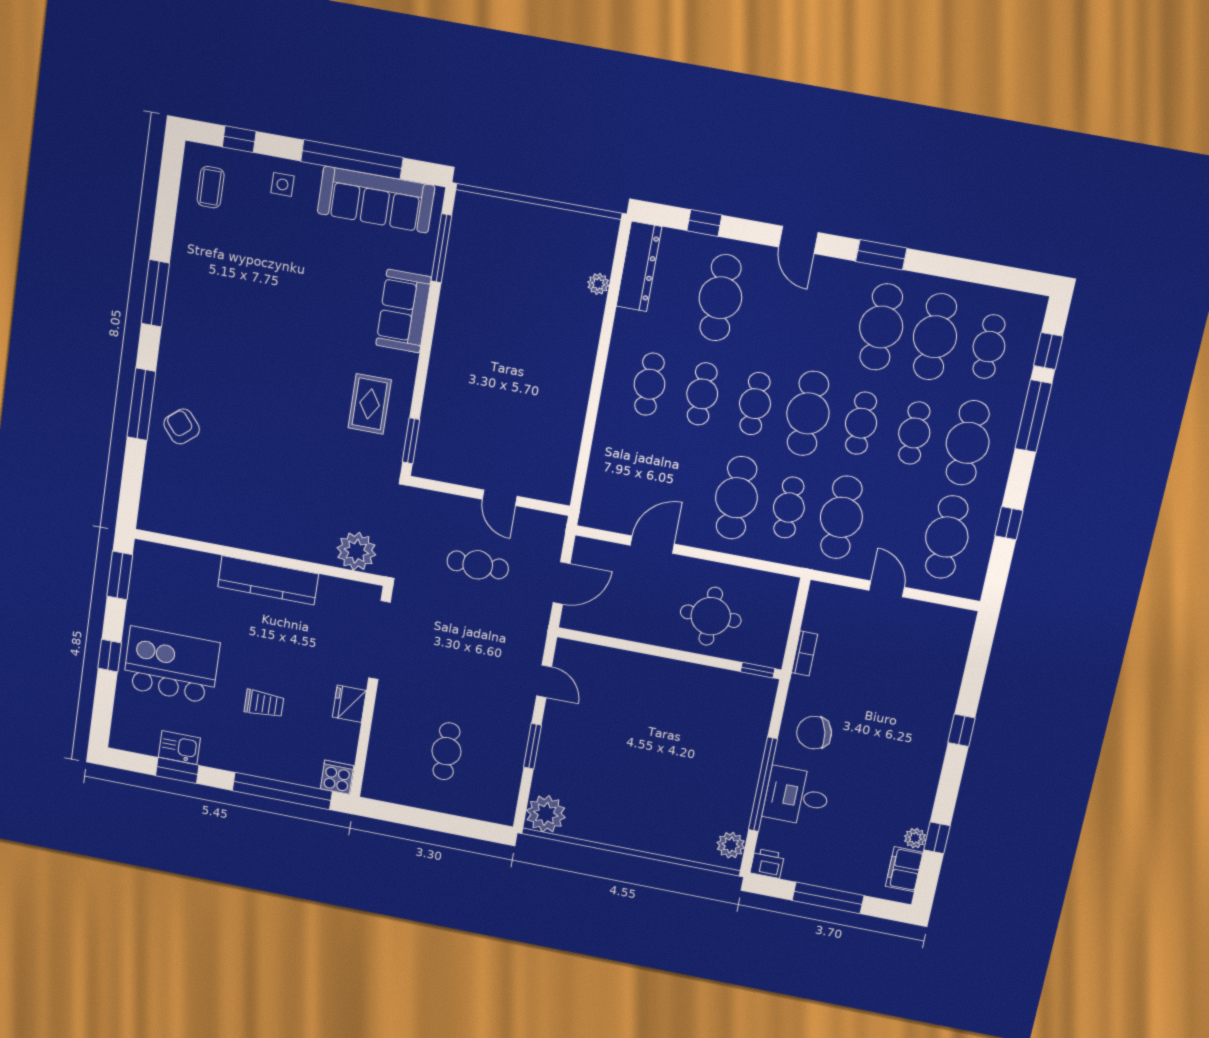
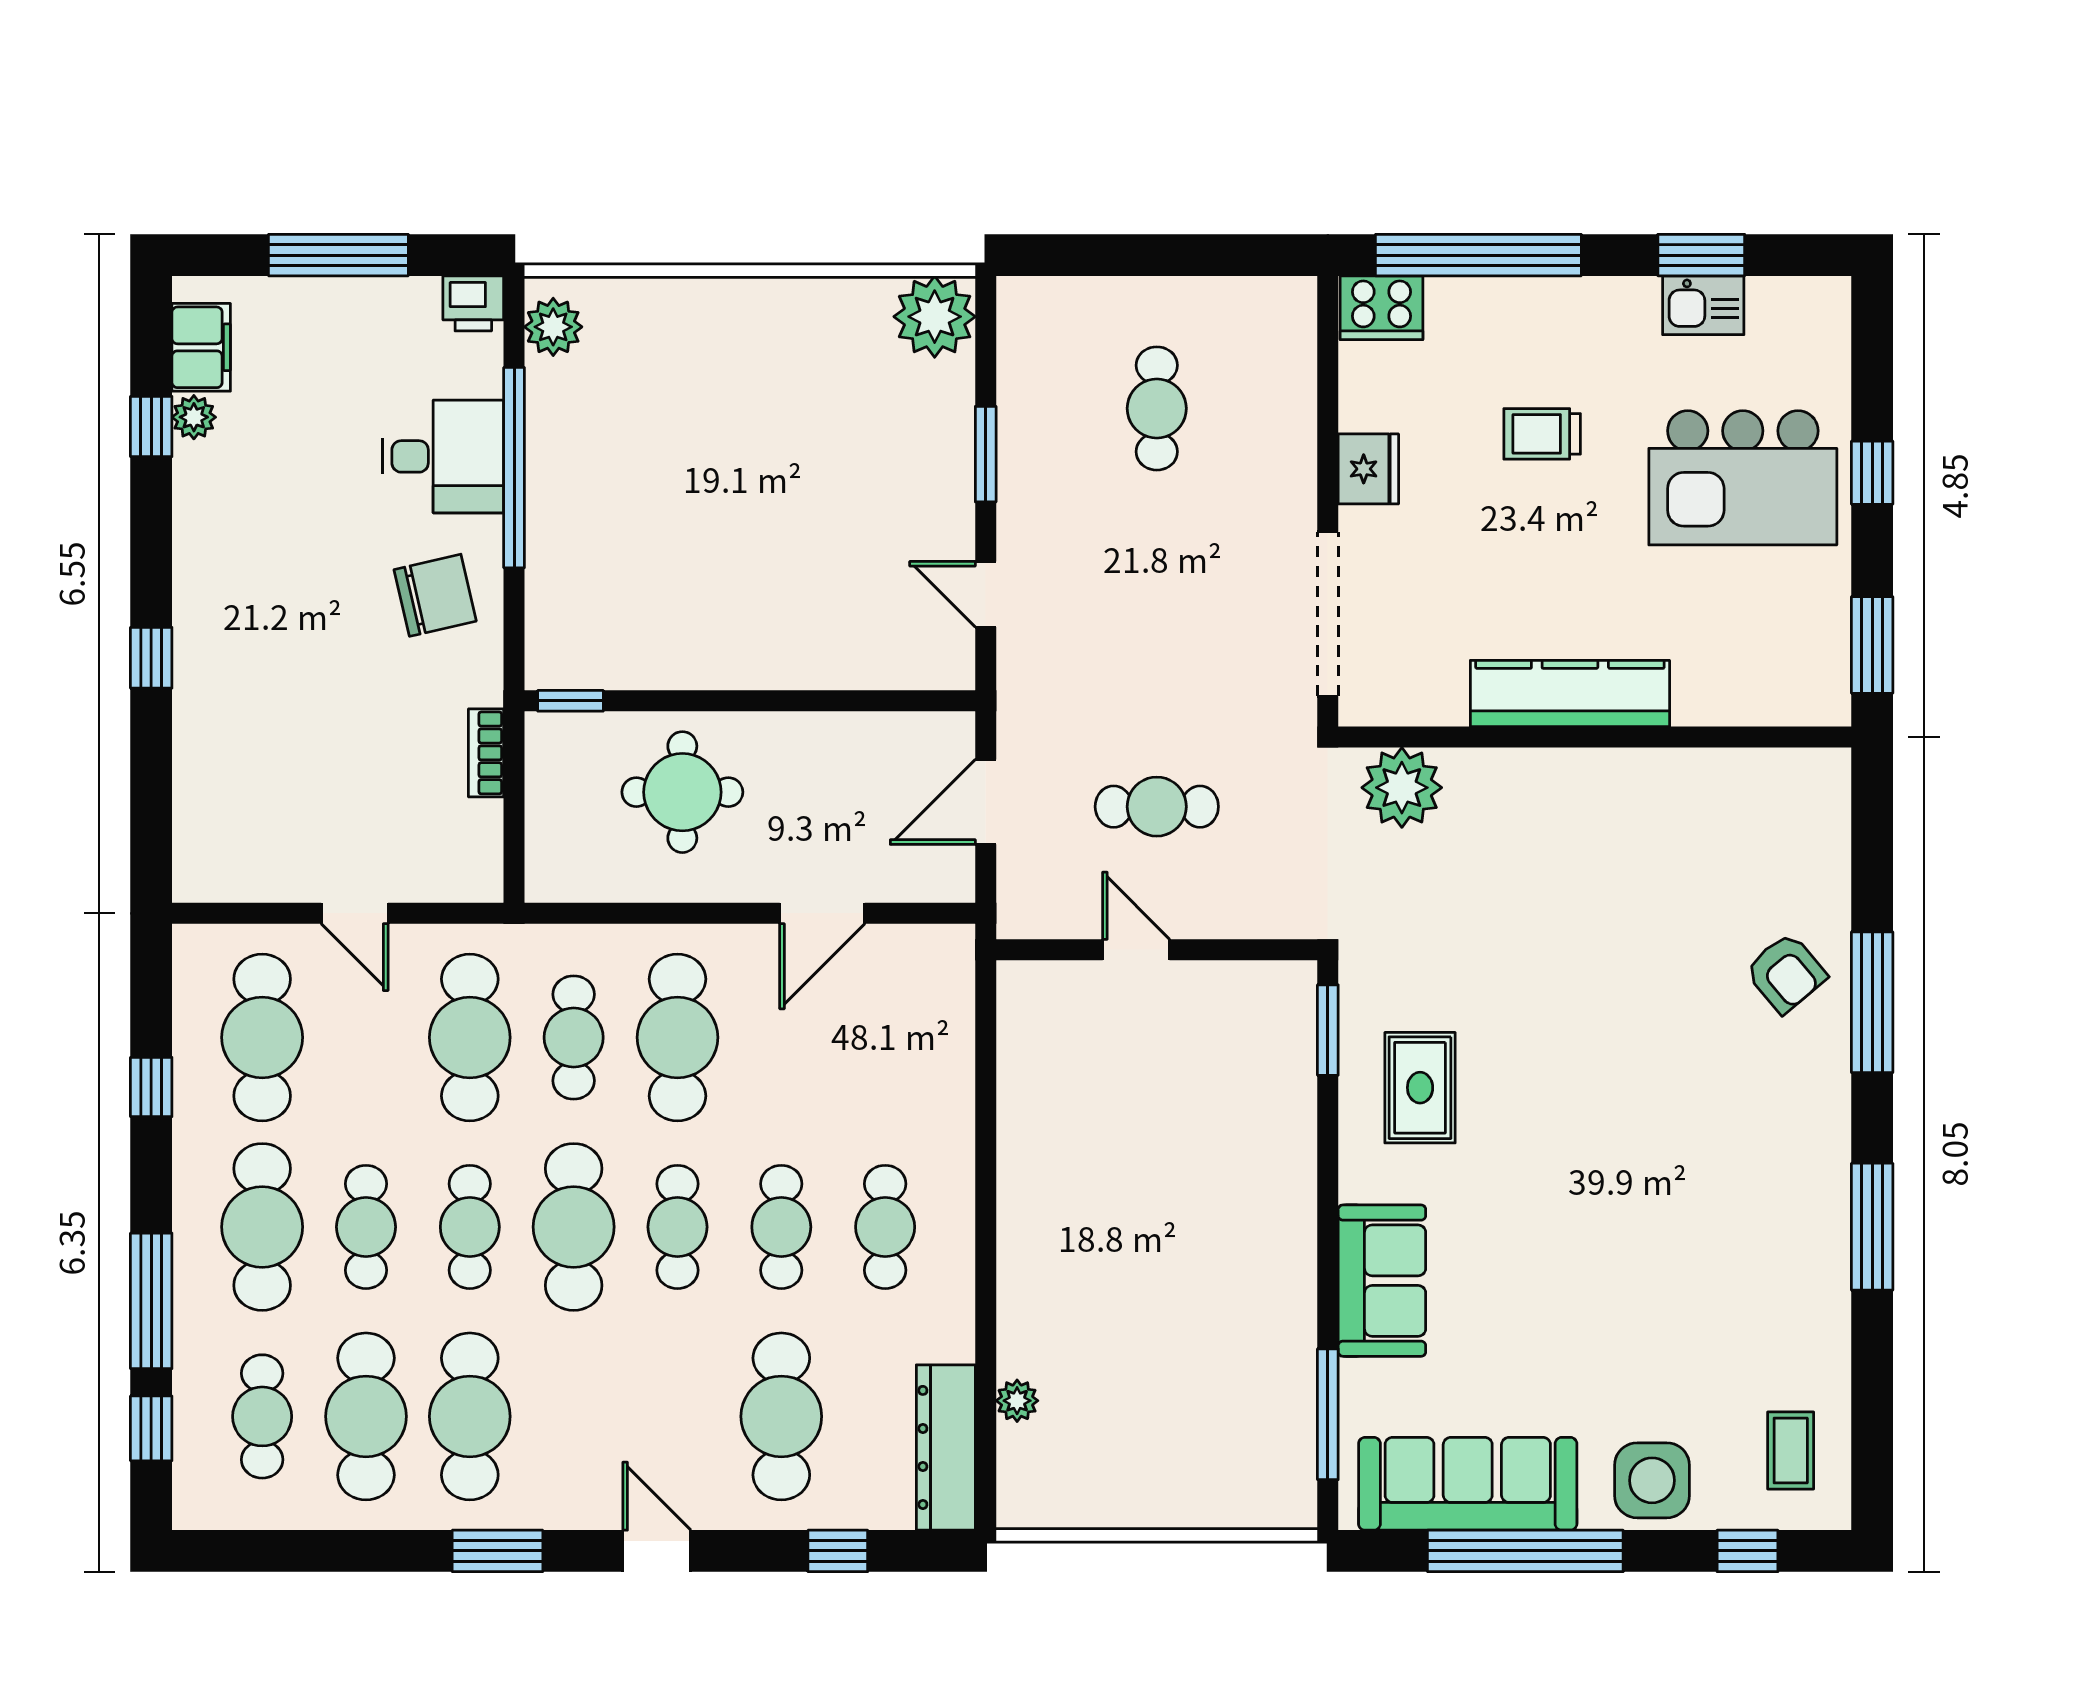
side table: (282, 184) -> (1652, 1480), width x1.87, depth x1.87
cooker: (337, 777) -> (1381, 308), width x1.36

